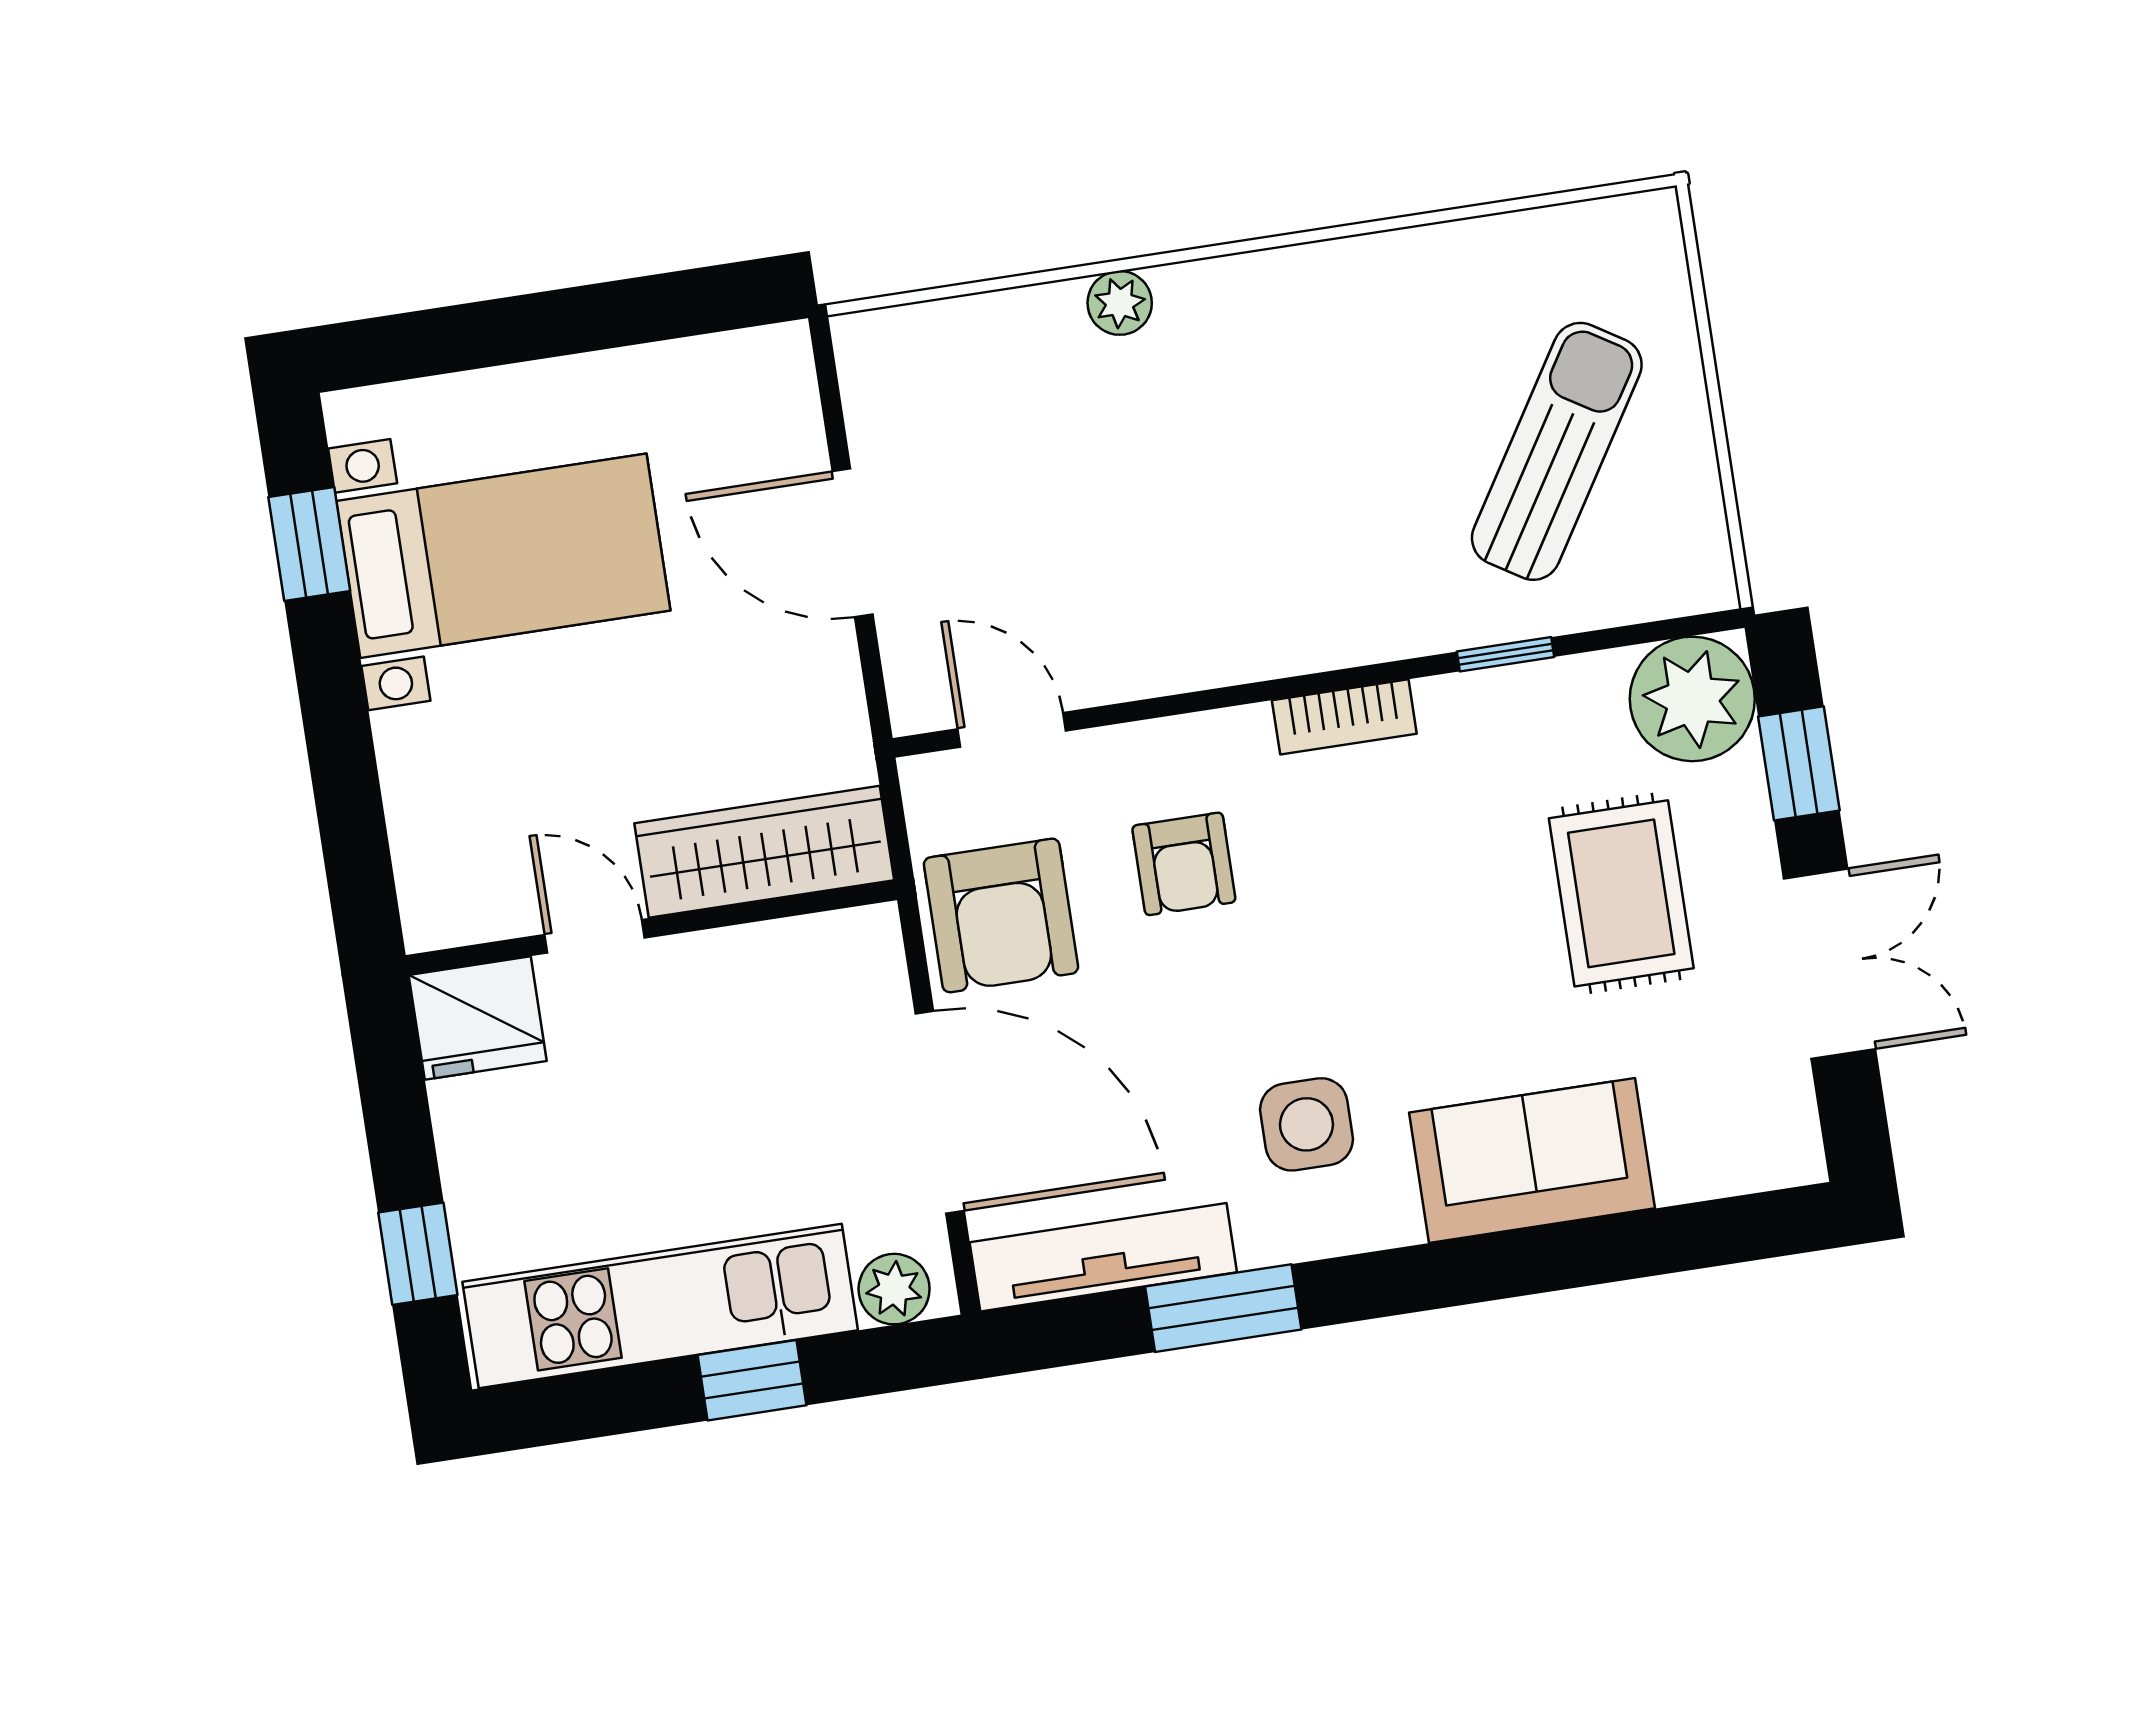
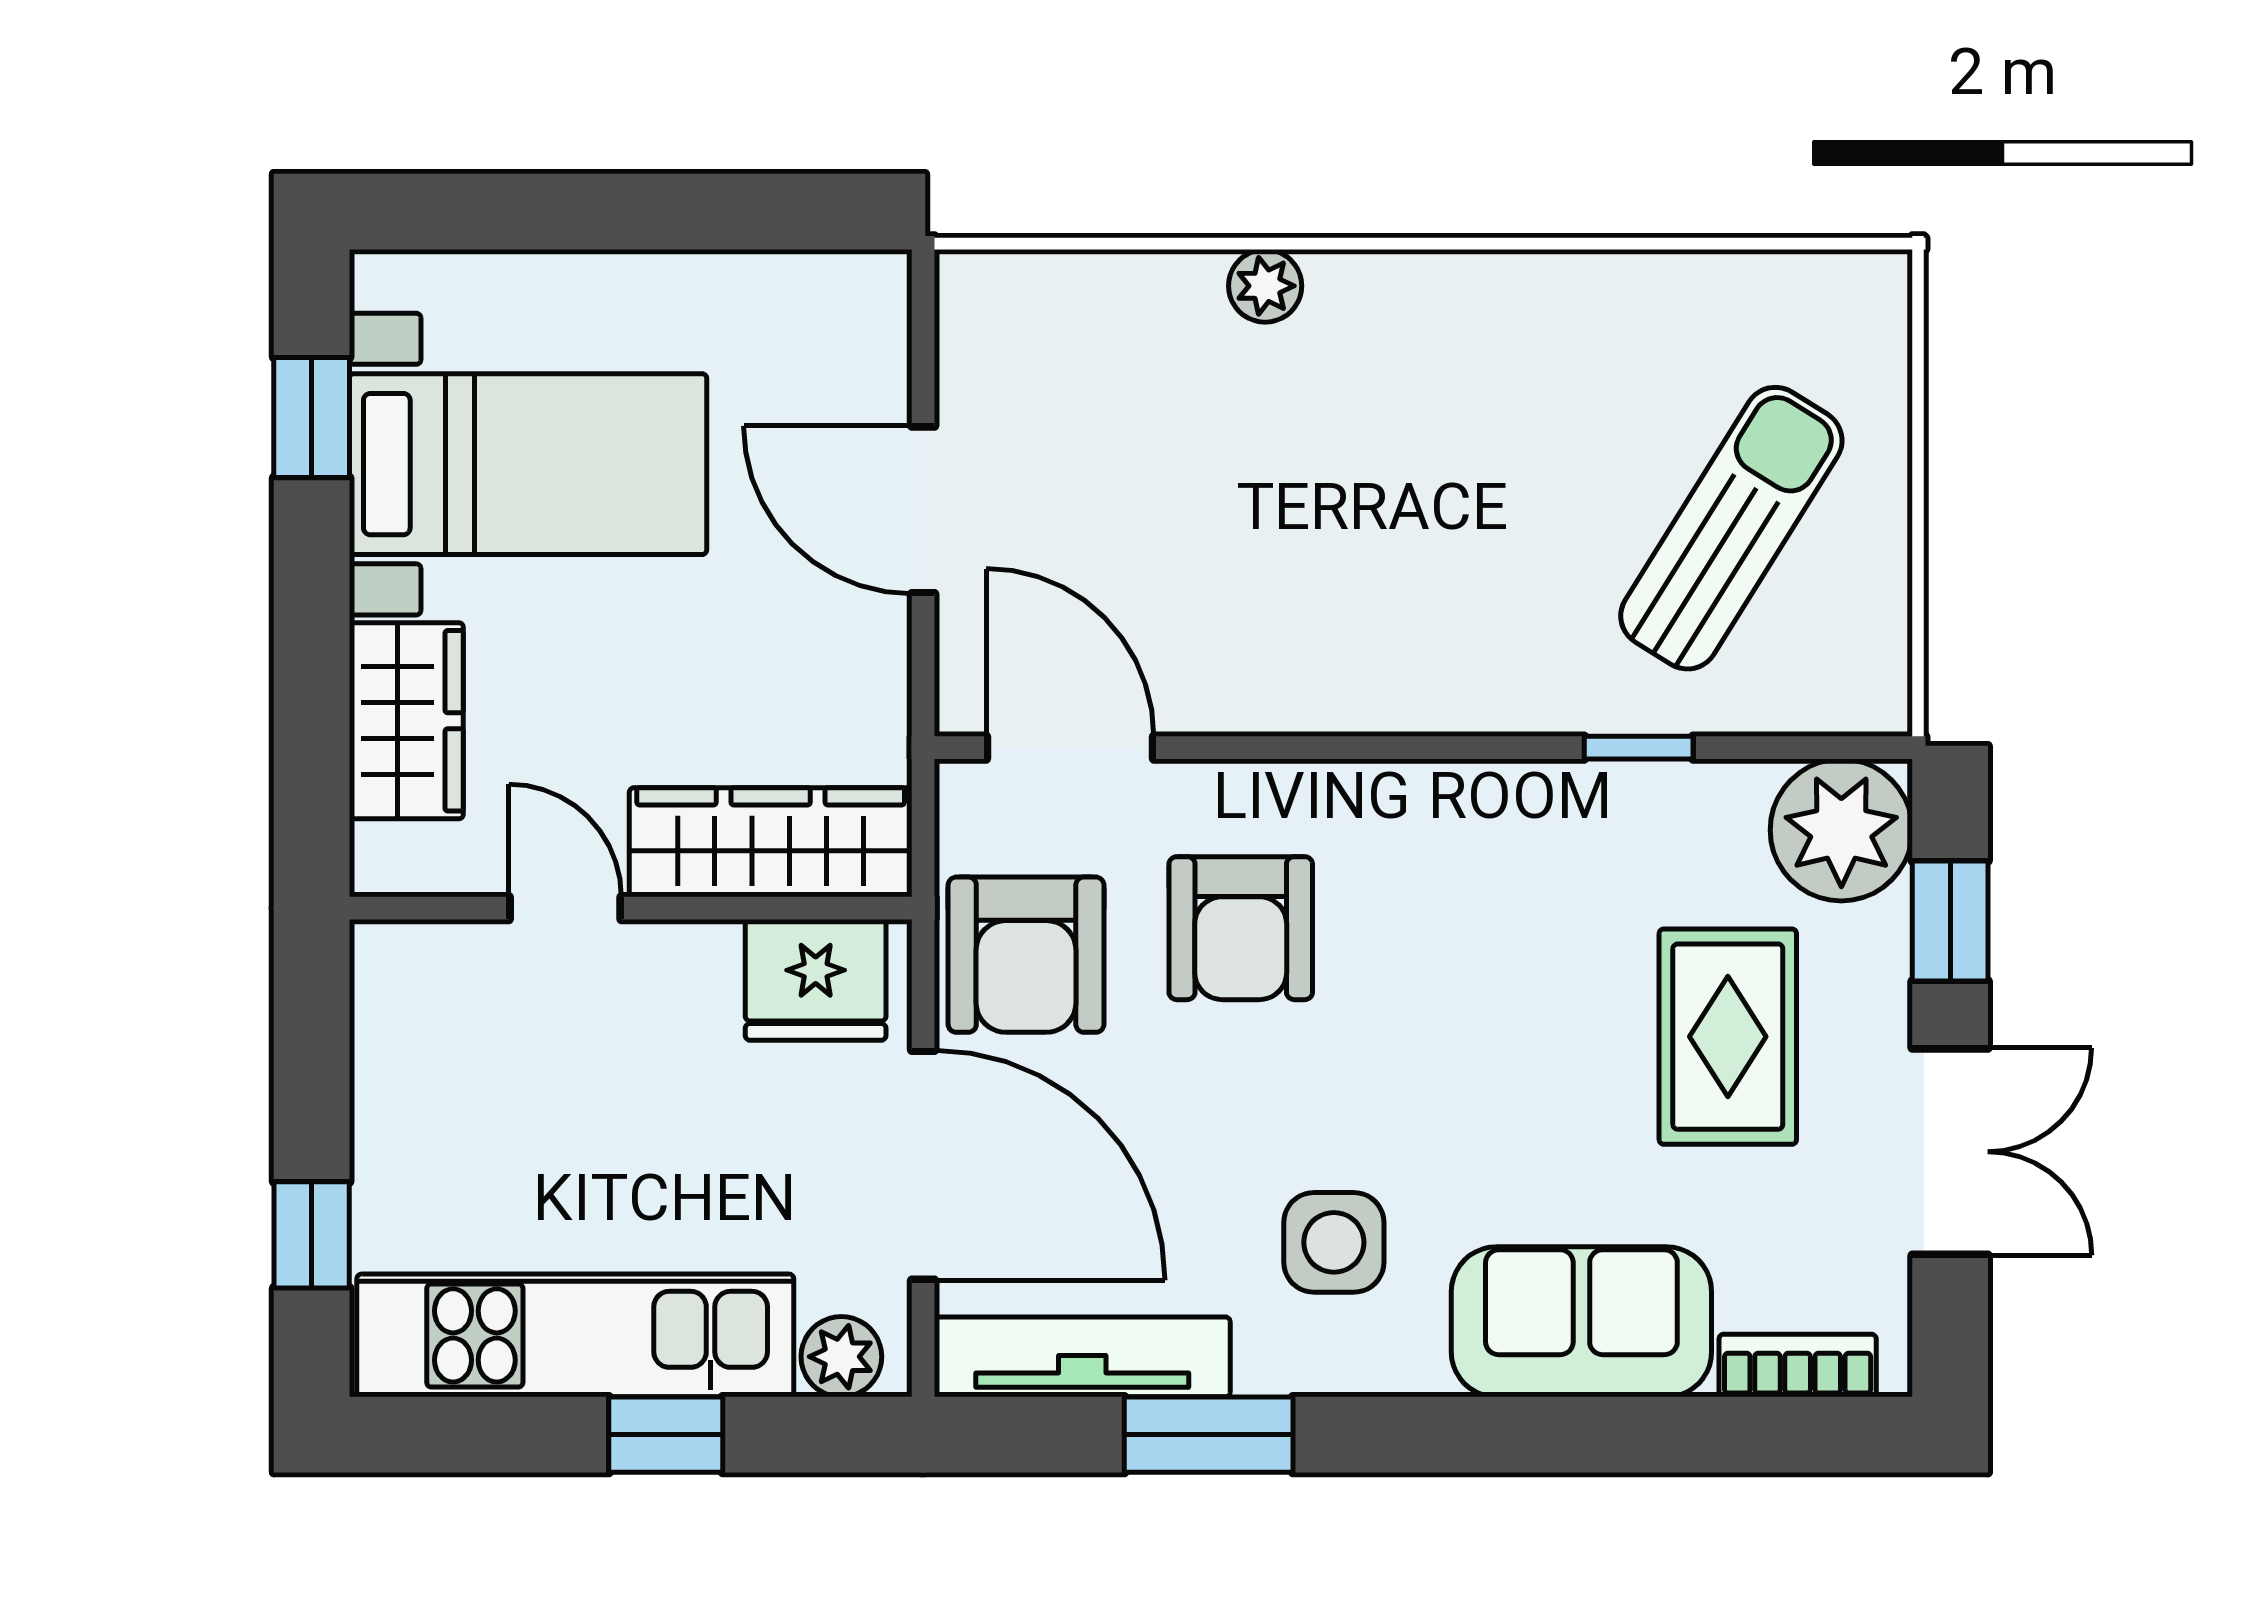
bookcase: (1344, 717) -> (1798, 1366), moved, turned 180
door: (1012, 730) -> (1070, 748), width x1.38
wardrobe: (432, 795) -> (406, 721), added
armchair: (1184, 864) -> (1241, 928), width x1.38, depth x1.38
fridge: (478, 1018) -> (816, 980), moved

